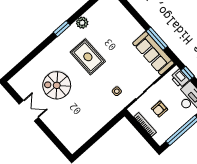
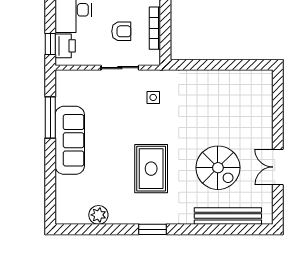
plant: (82, 23) -> (98, 215), moved
sofa: (153, 53) -> (70, 140), moved
bench: (32, 67) -> (228, 216), added

